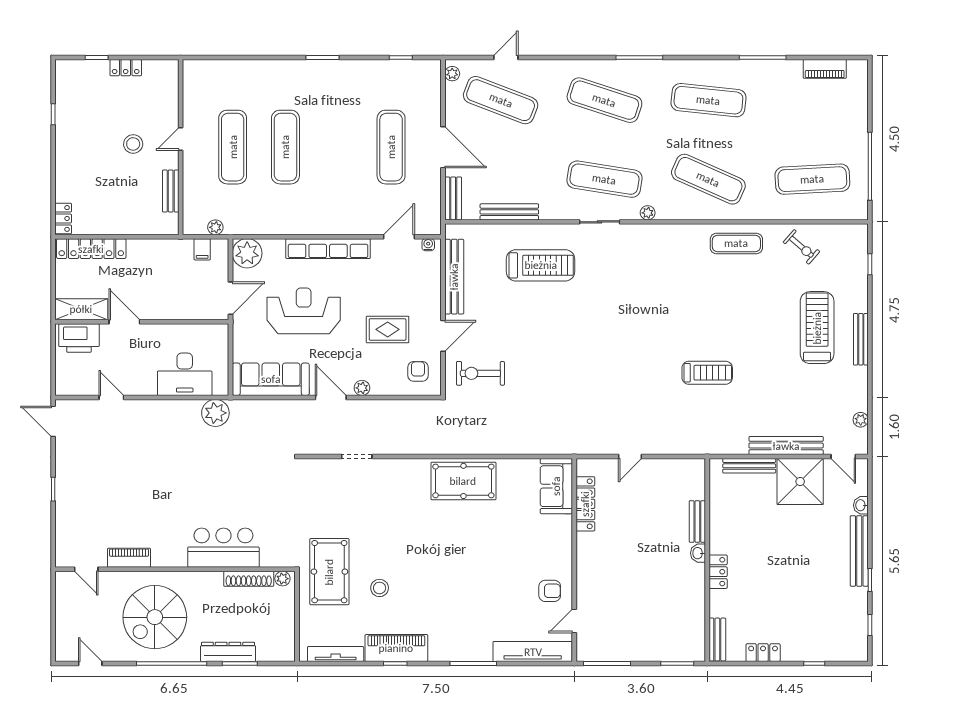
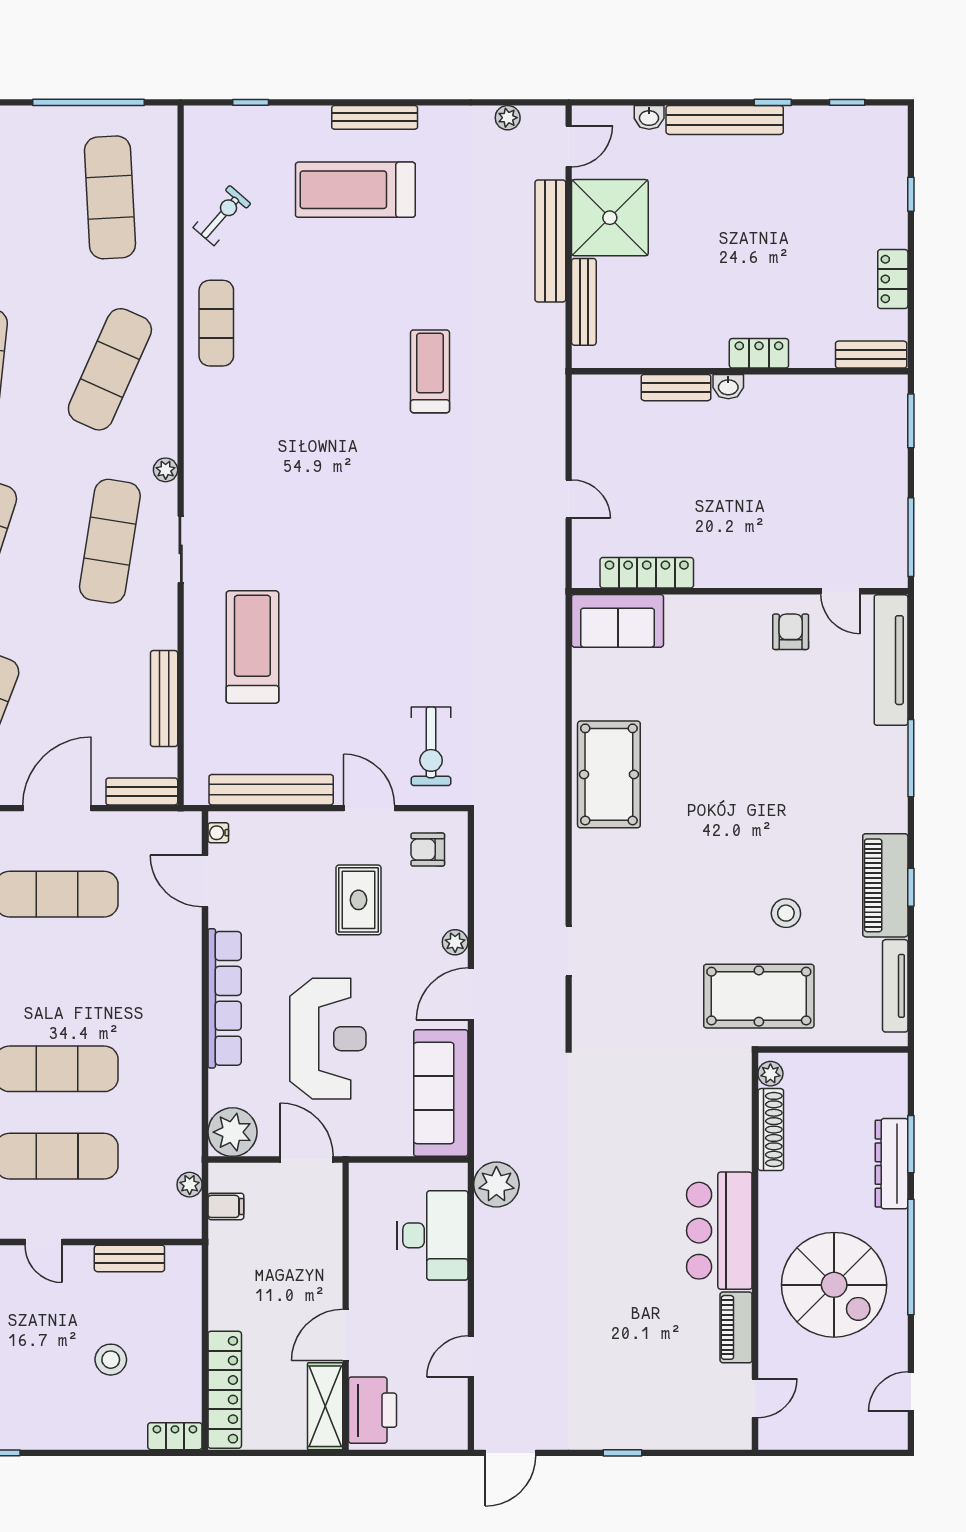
stool: (133, 144) -> (111, 1360), moved
reception desk: (304, 311) -> (328, 1039), turned 180
bar counter: (223, 548) -> (719, 1231), moved

